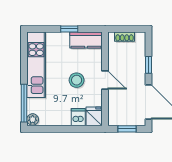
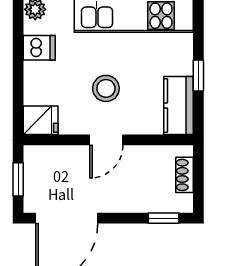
window: (149, 65) -> (163, 218), moved
dishwasher: (78, 117) -> (39, 48), moved

